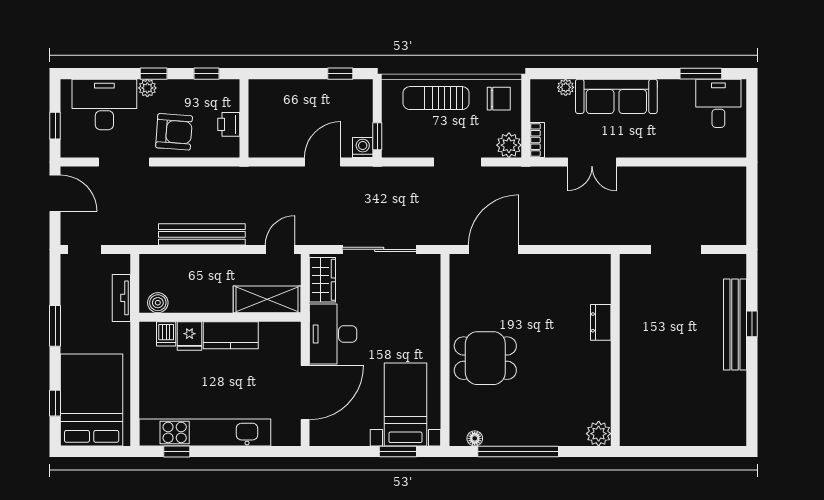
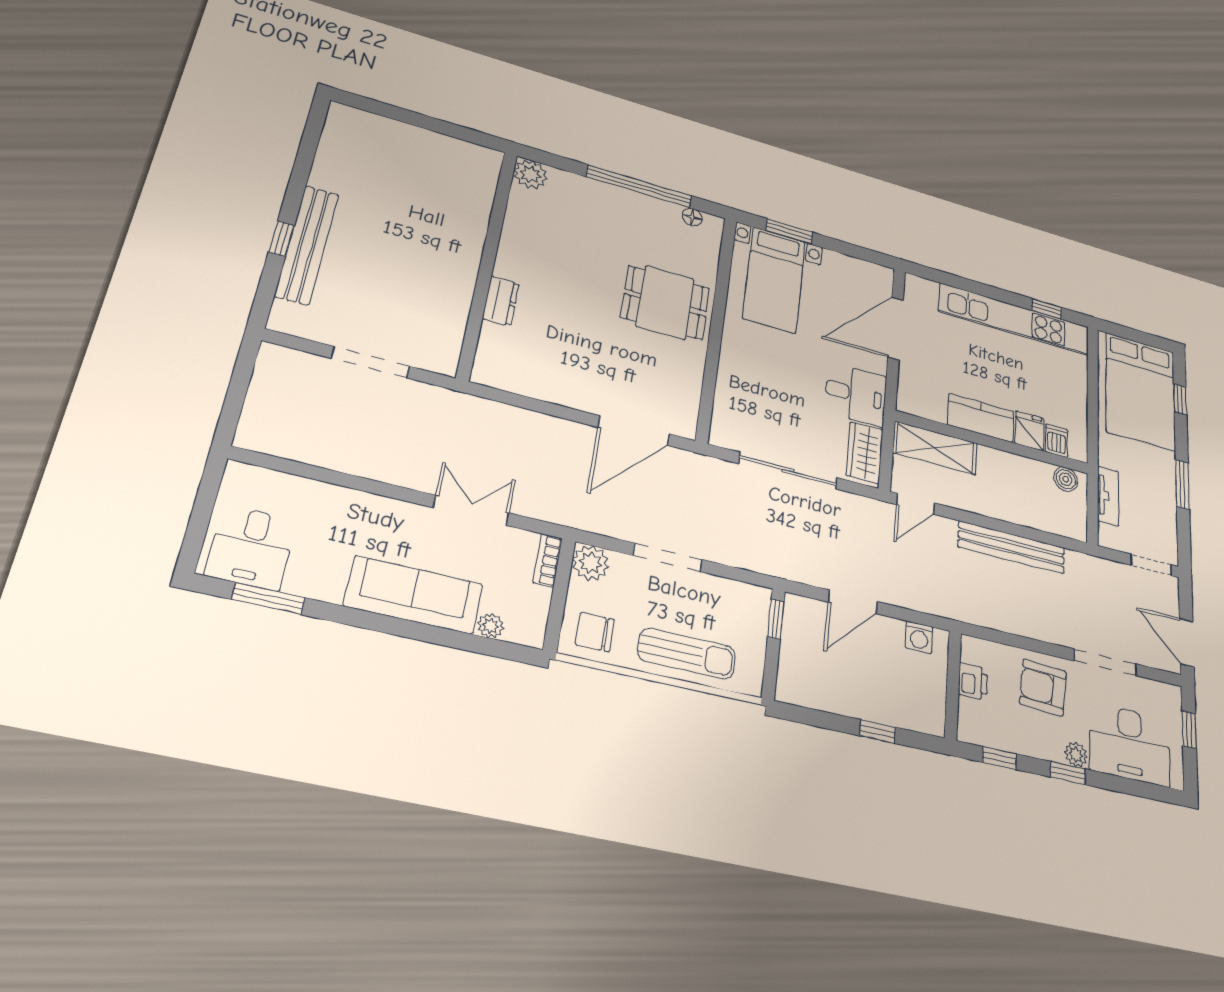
window: (340, 74) -> (878, 731), moved
washing machine: (363, 148) -> (919, 637), moved
desk: (333, 334) -> (856, 394), width x0.73

